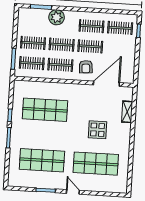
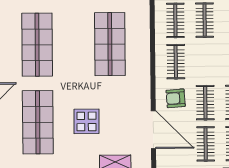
clothes rail: (62, 45) -> (206, 144), moved

